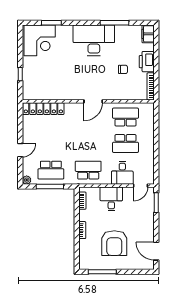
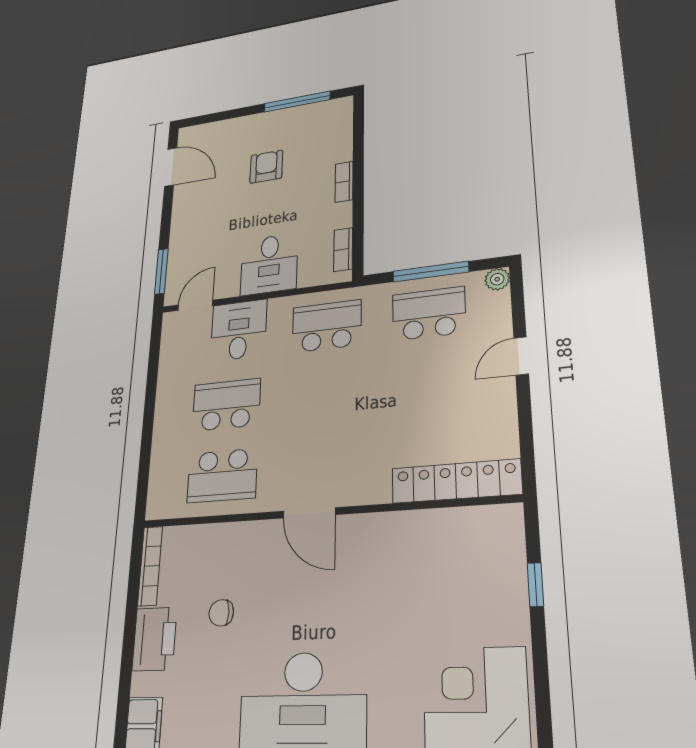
door: (93, 101) -> (309, 513), swing flipped
school desk: (88, 170) -> (327, 326), turned 180
armchair: (114, 243) -> (266, 167), width x0.53, depth x0.53

